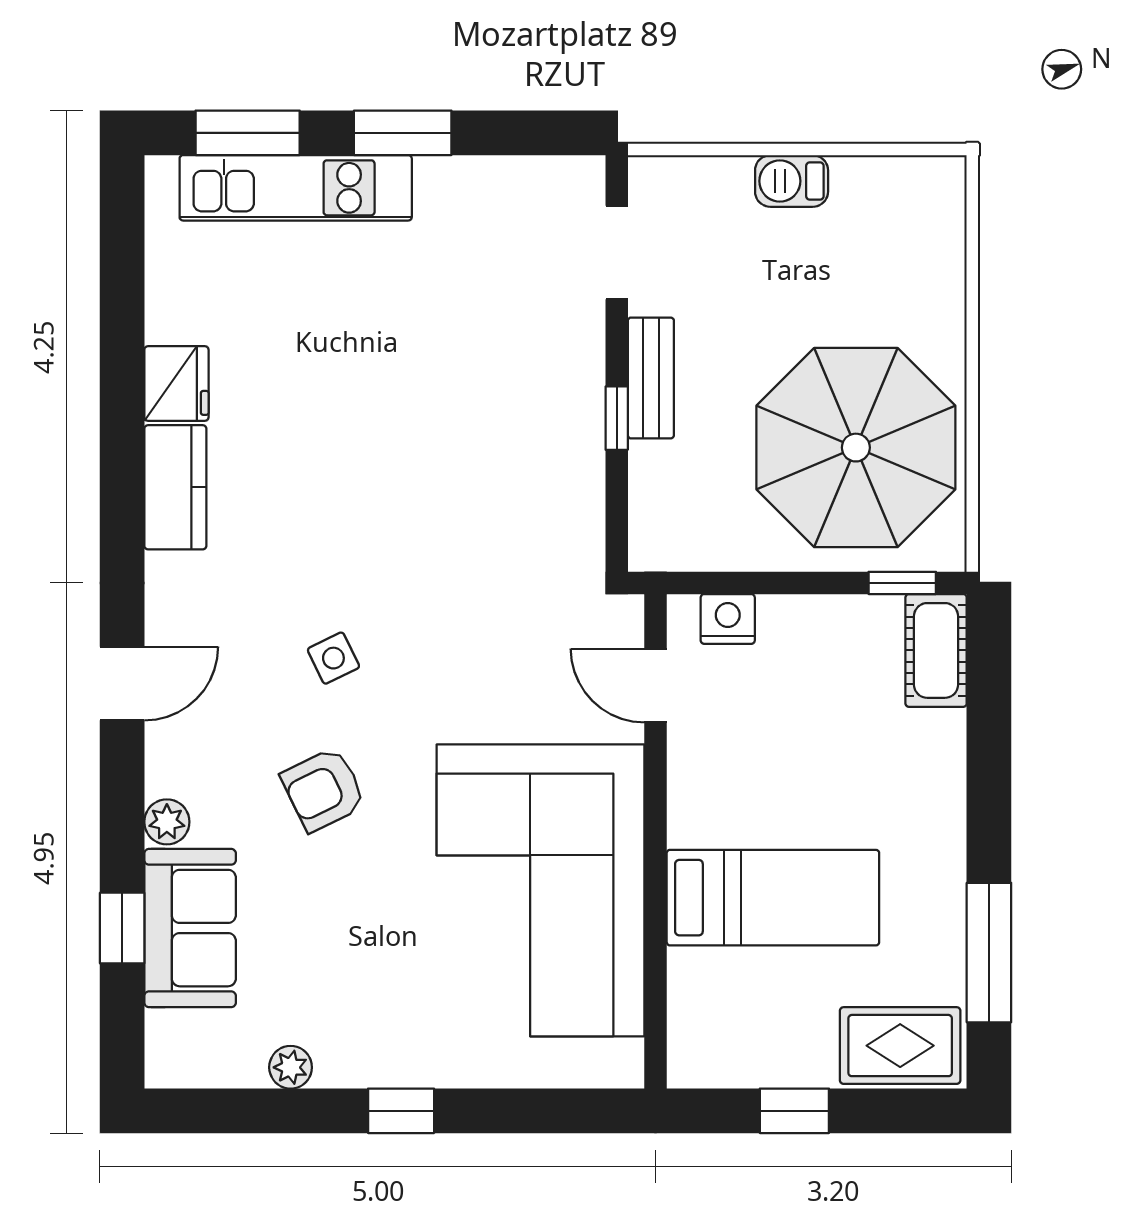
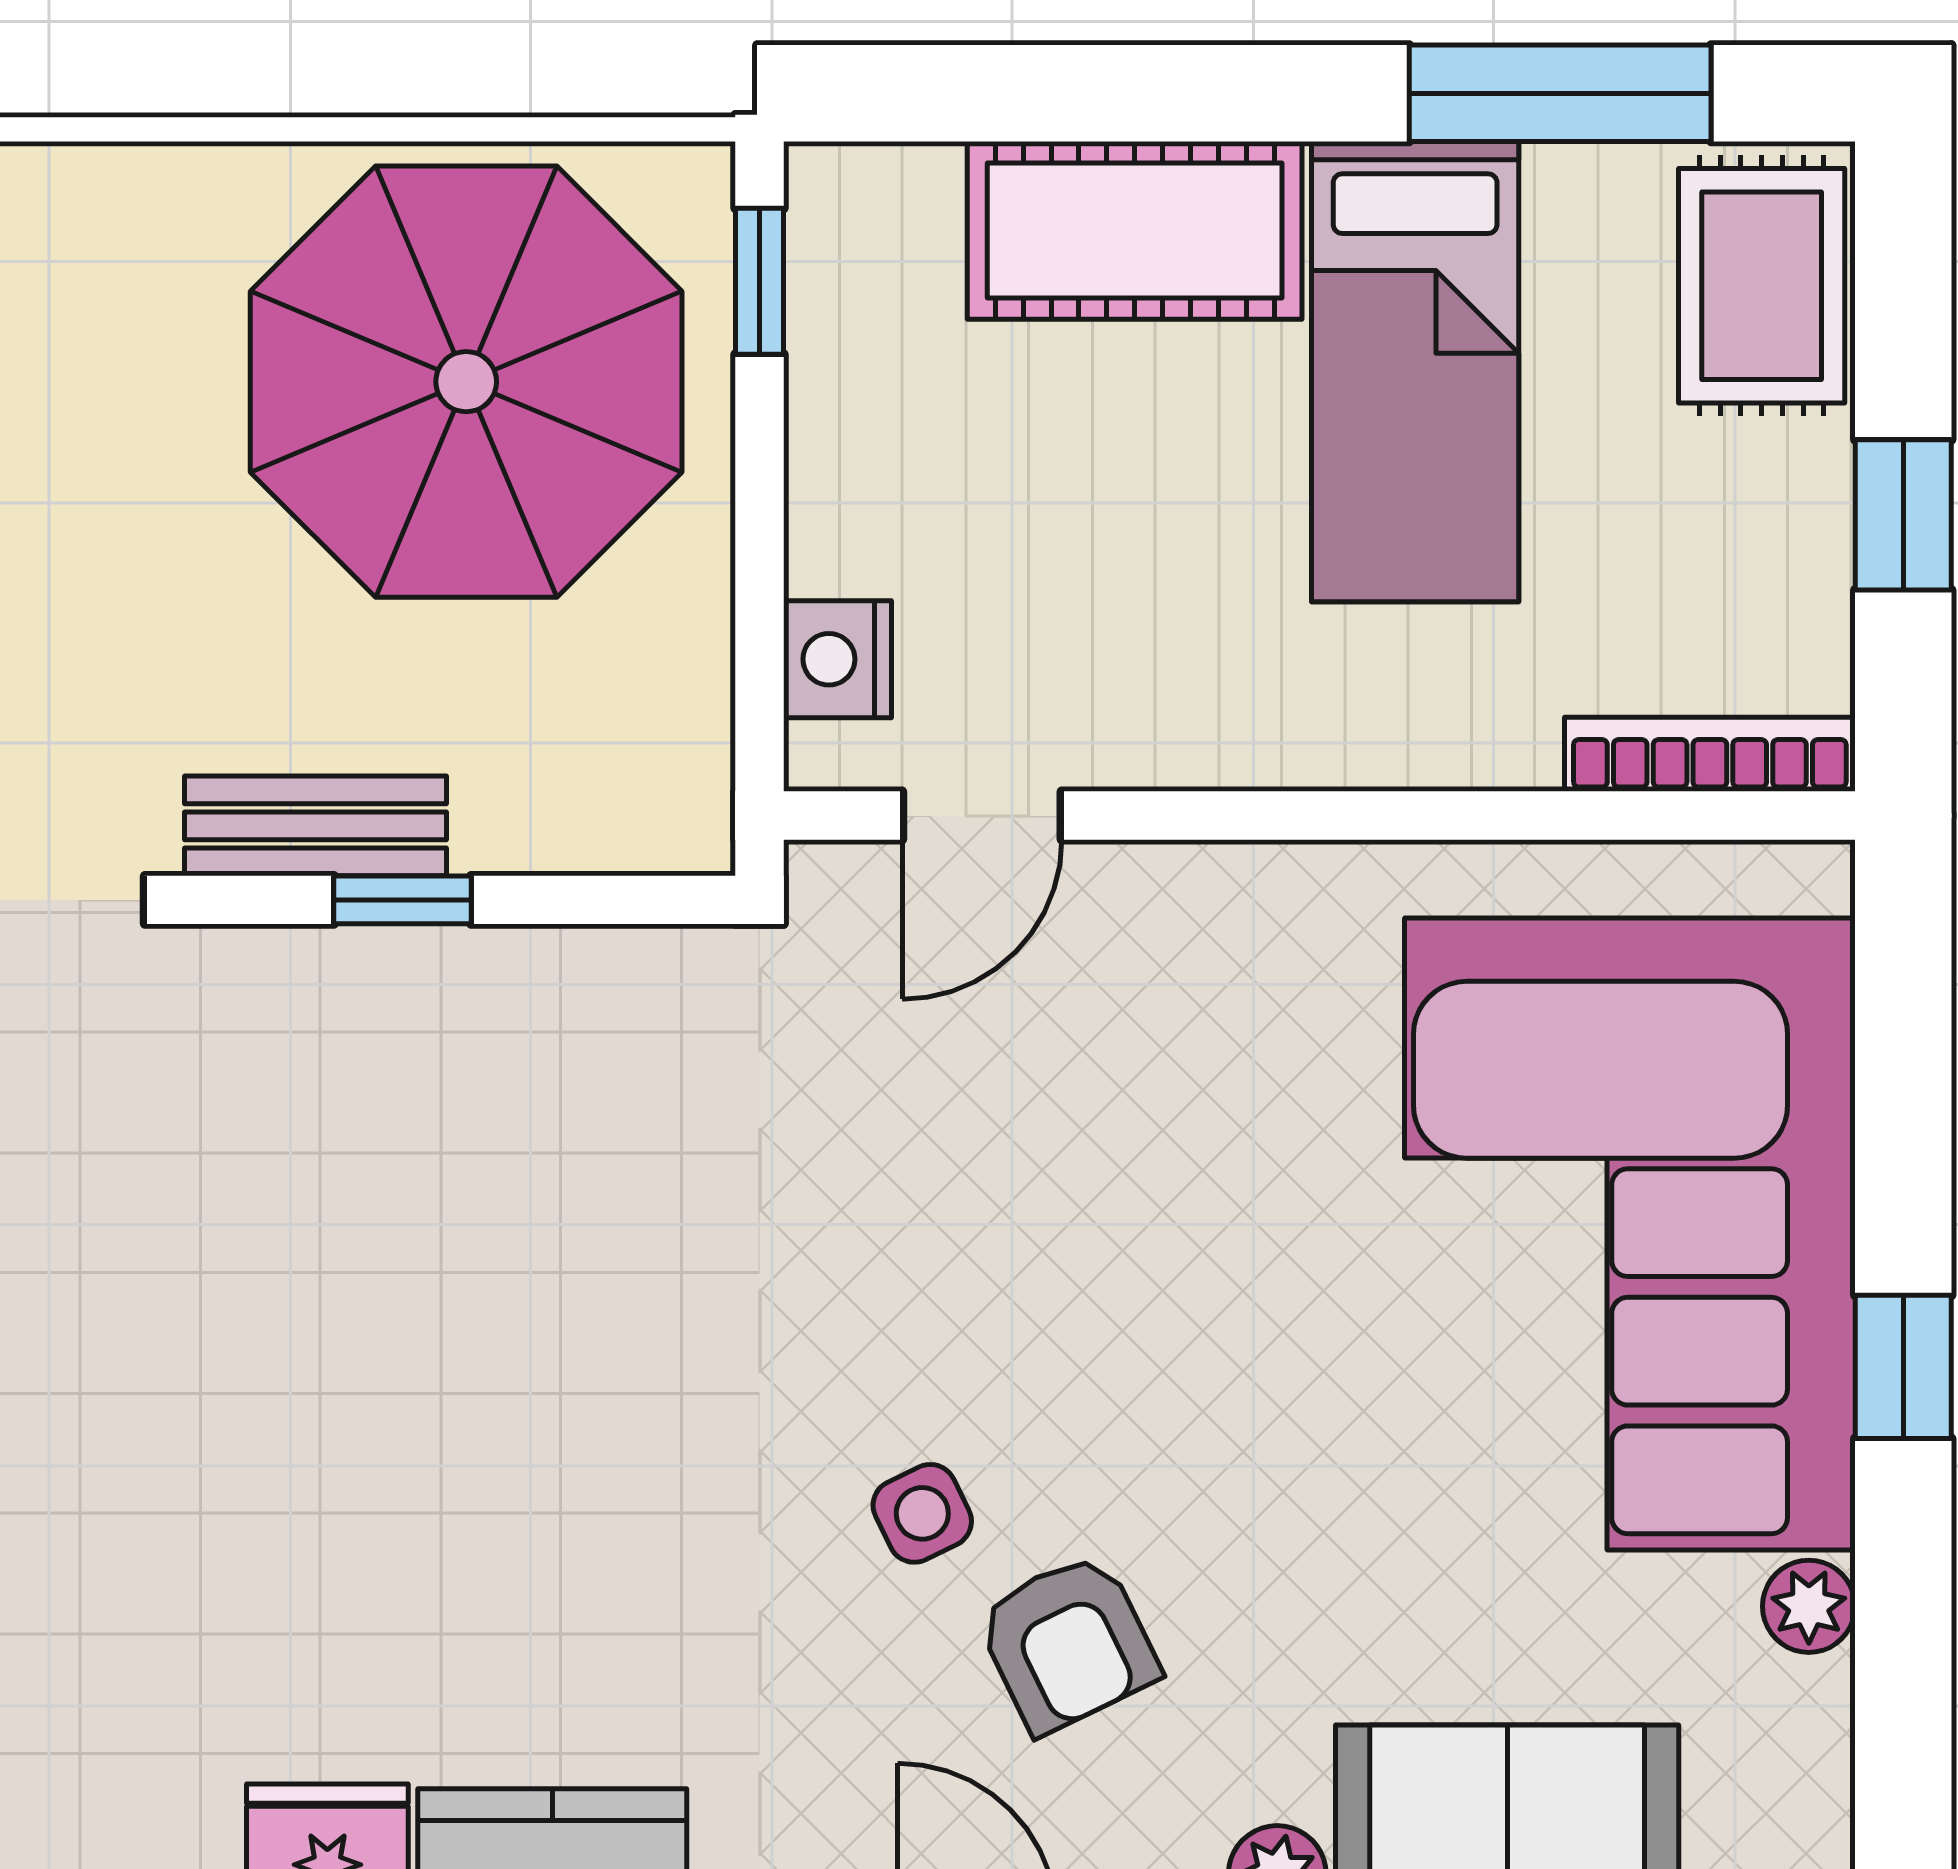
cot: (936, 650) -> (1135, 230), moved, width x1.37, depth x1.34
armchair: (324, 790) -> (1068, 1643), moved
corner sofa: (540, 890) -> (1630, 1234), moved, turned 90
bed: (773, 898) -> (1415, 372), moved, turned 180
bookcase: (684, 1022) -> (1710, 754), added

